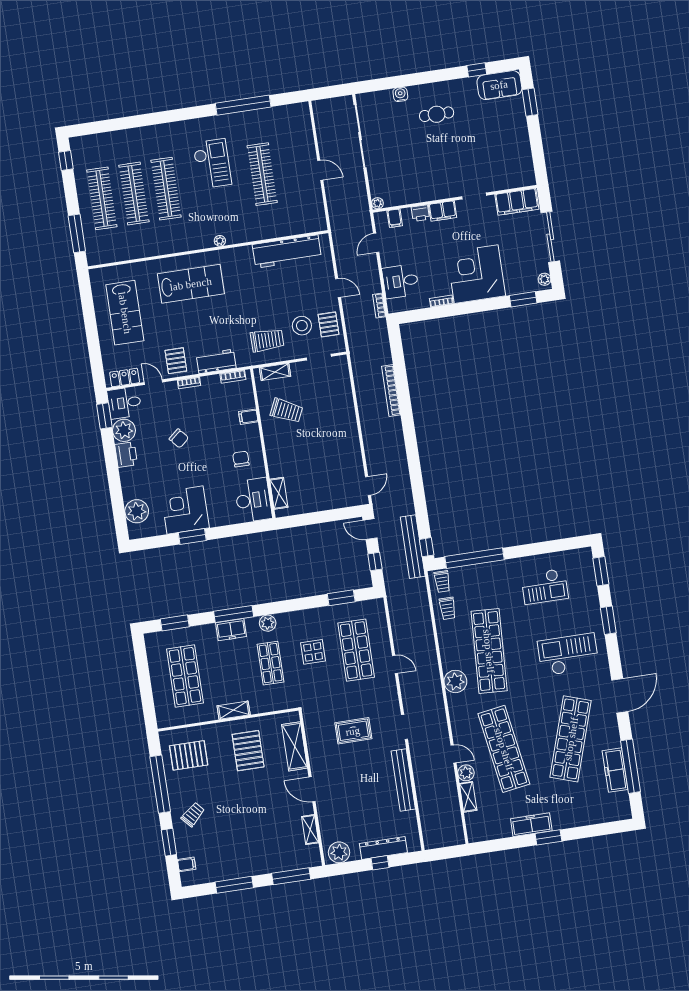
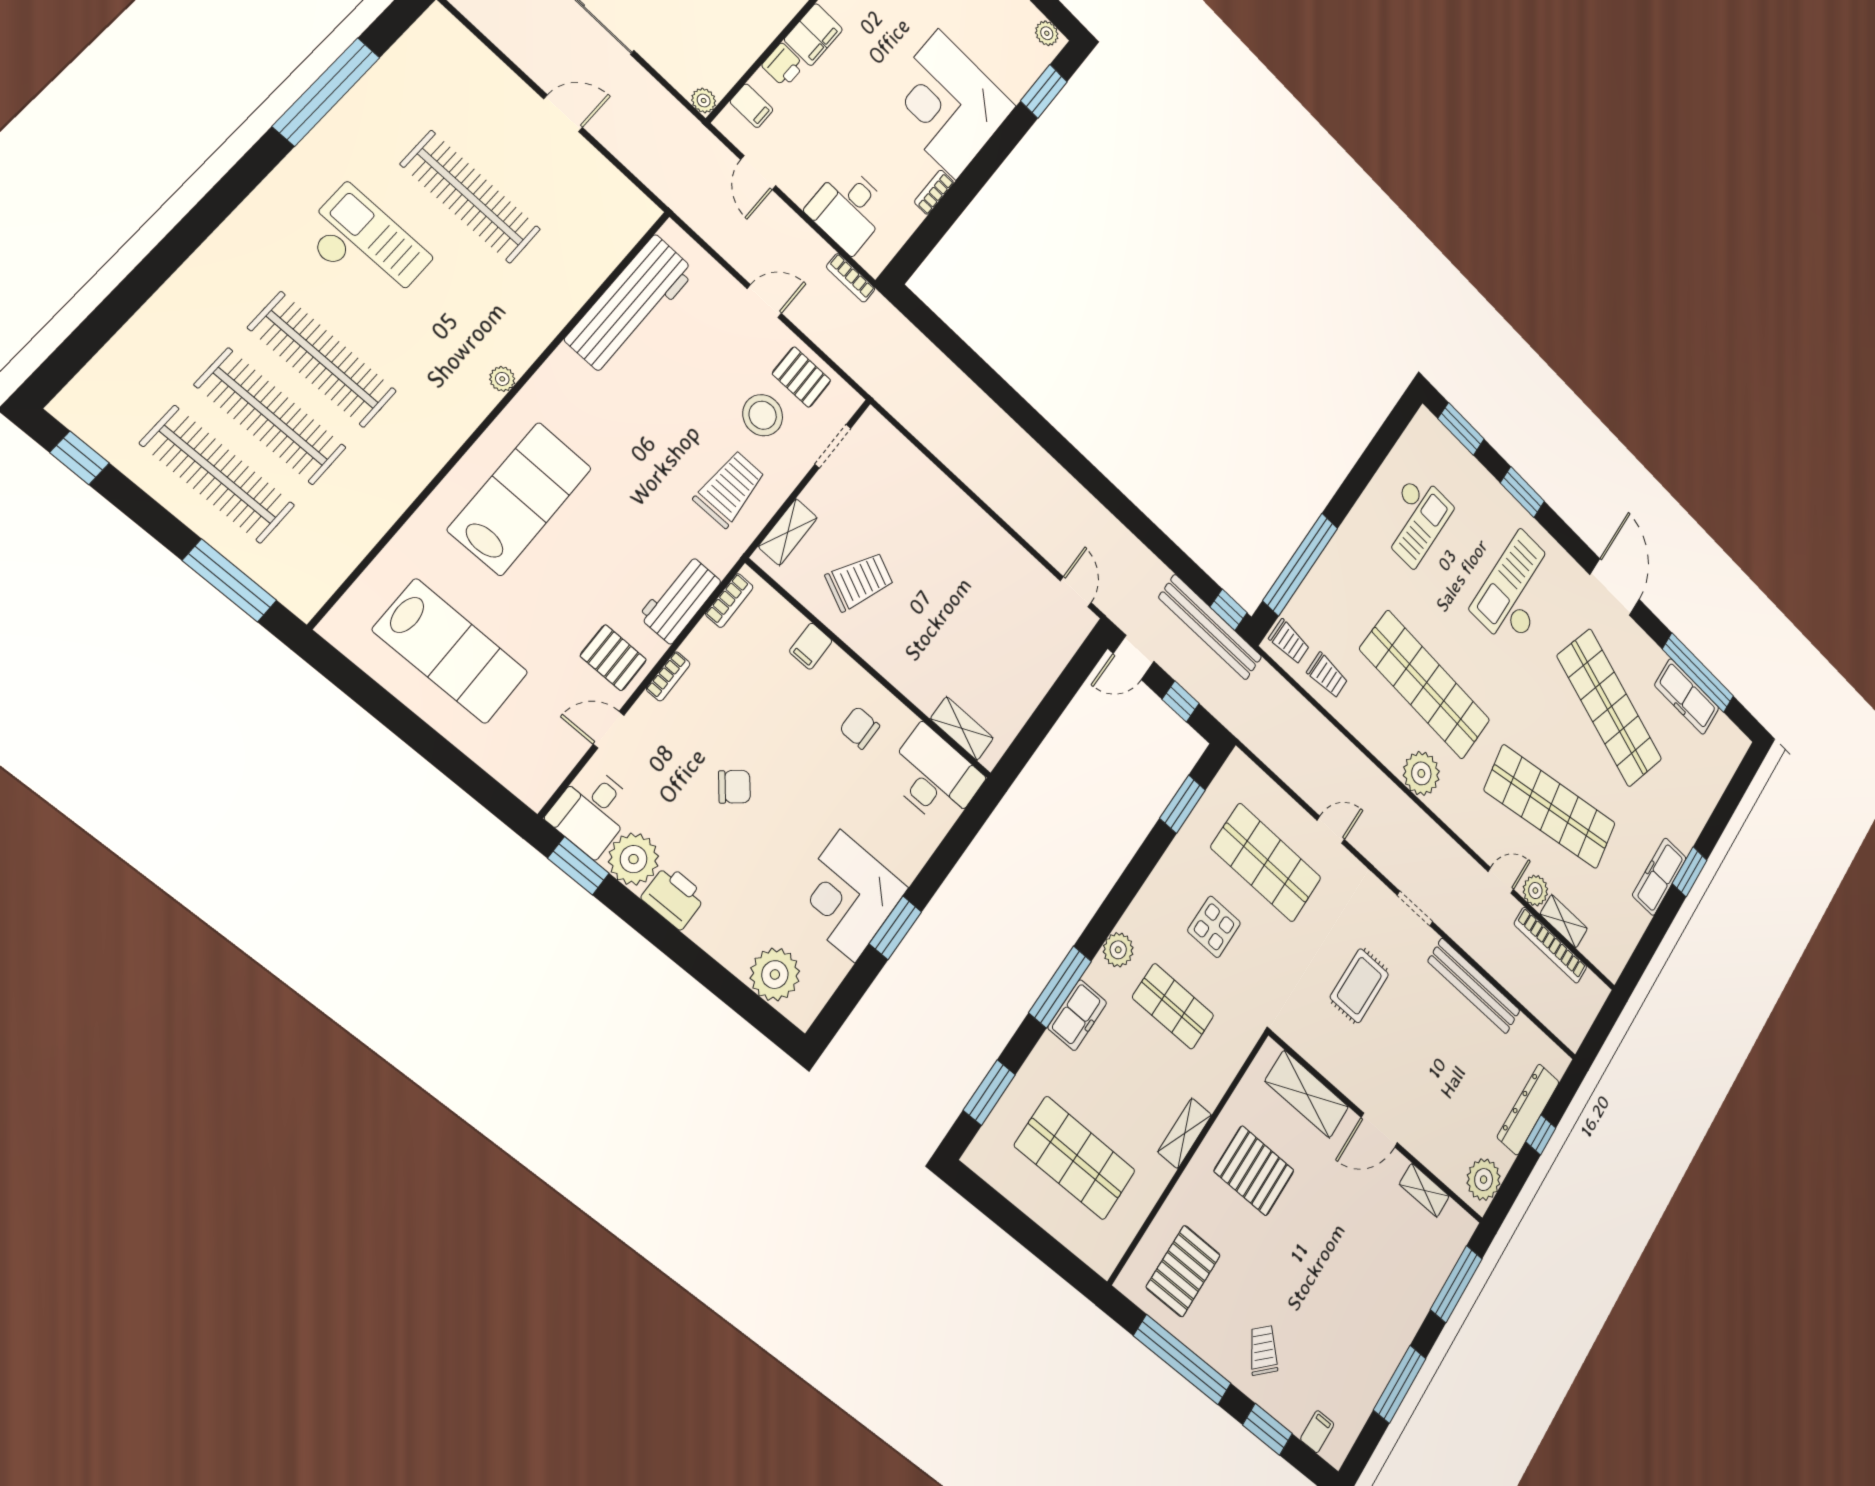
locker: (125, 377) -> (553, 767), removed
bookcase: (391, 391) -> (1550, 945), moved

